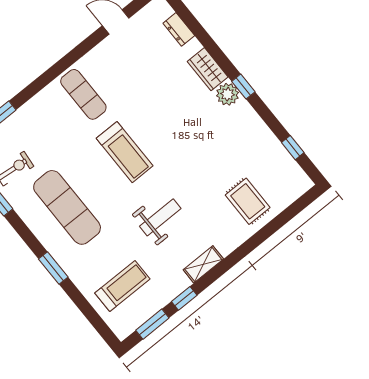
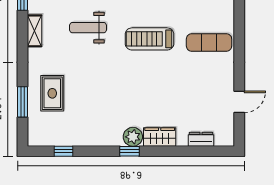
rug: (248, 201) -> (52, 93), turned 90
weight bench: (160, 217) -> (88, 28), turned 90
window: (278, 222) -> (22, 102), added

